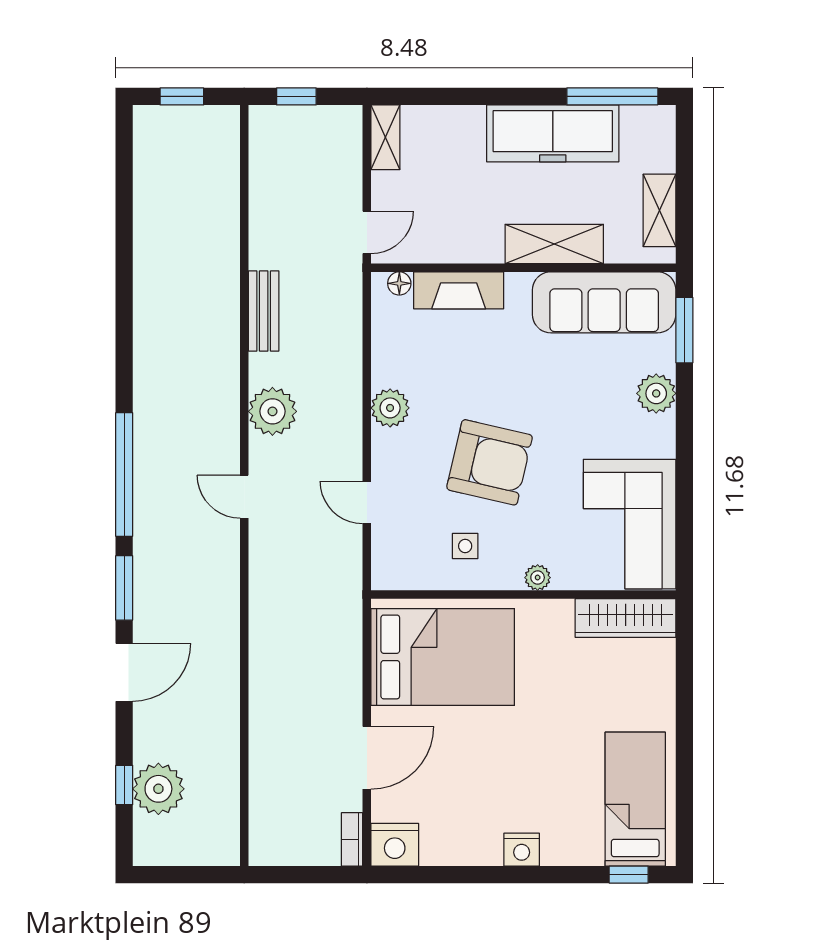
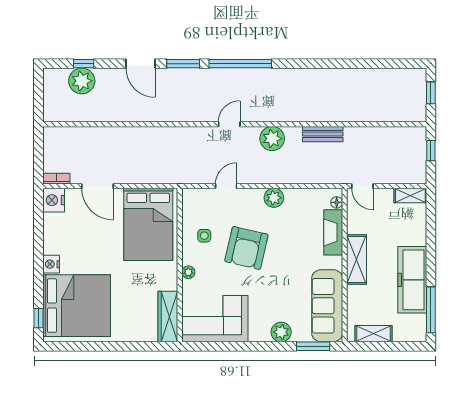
shelving: (554, 244) -> (357, 259), moved
bed: (635, 799) -> (77, 306), width x2.04

